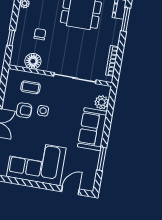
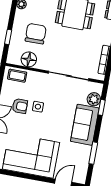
chair: (40, 34) -> (36, 34), width x1.87, depth x1.87
coffee table: (30, 87) -> (17, 76), moved
window: (110, 111) -> (102, 107), added

